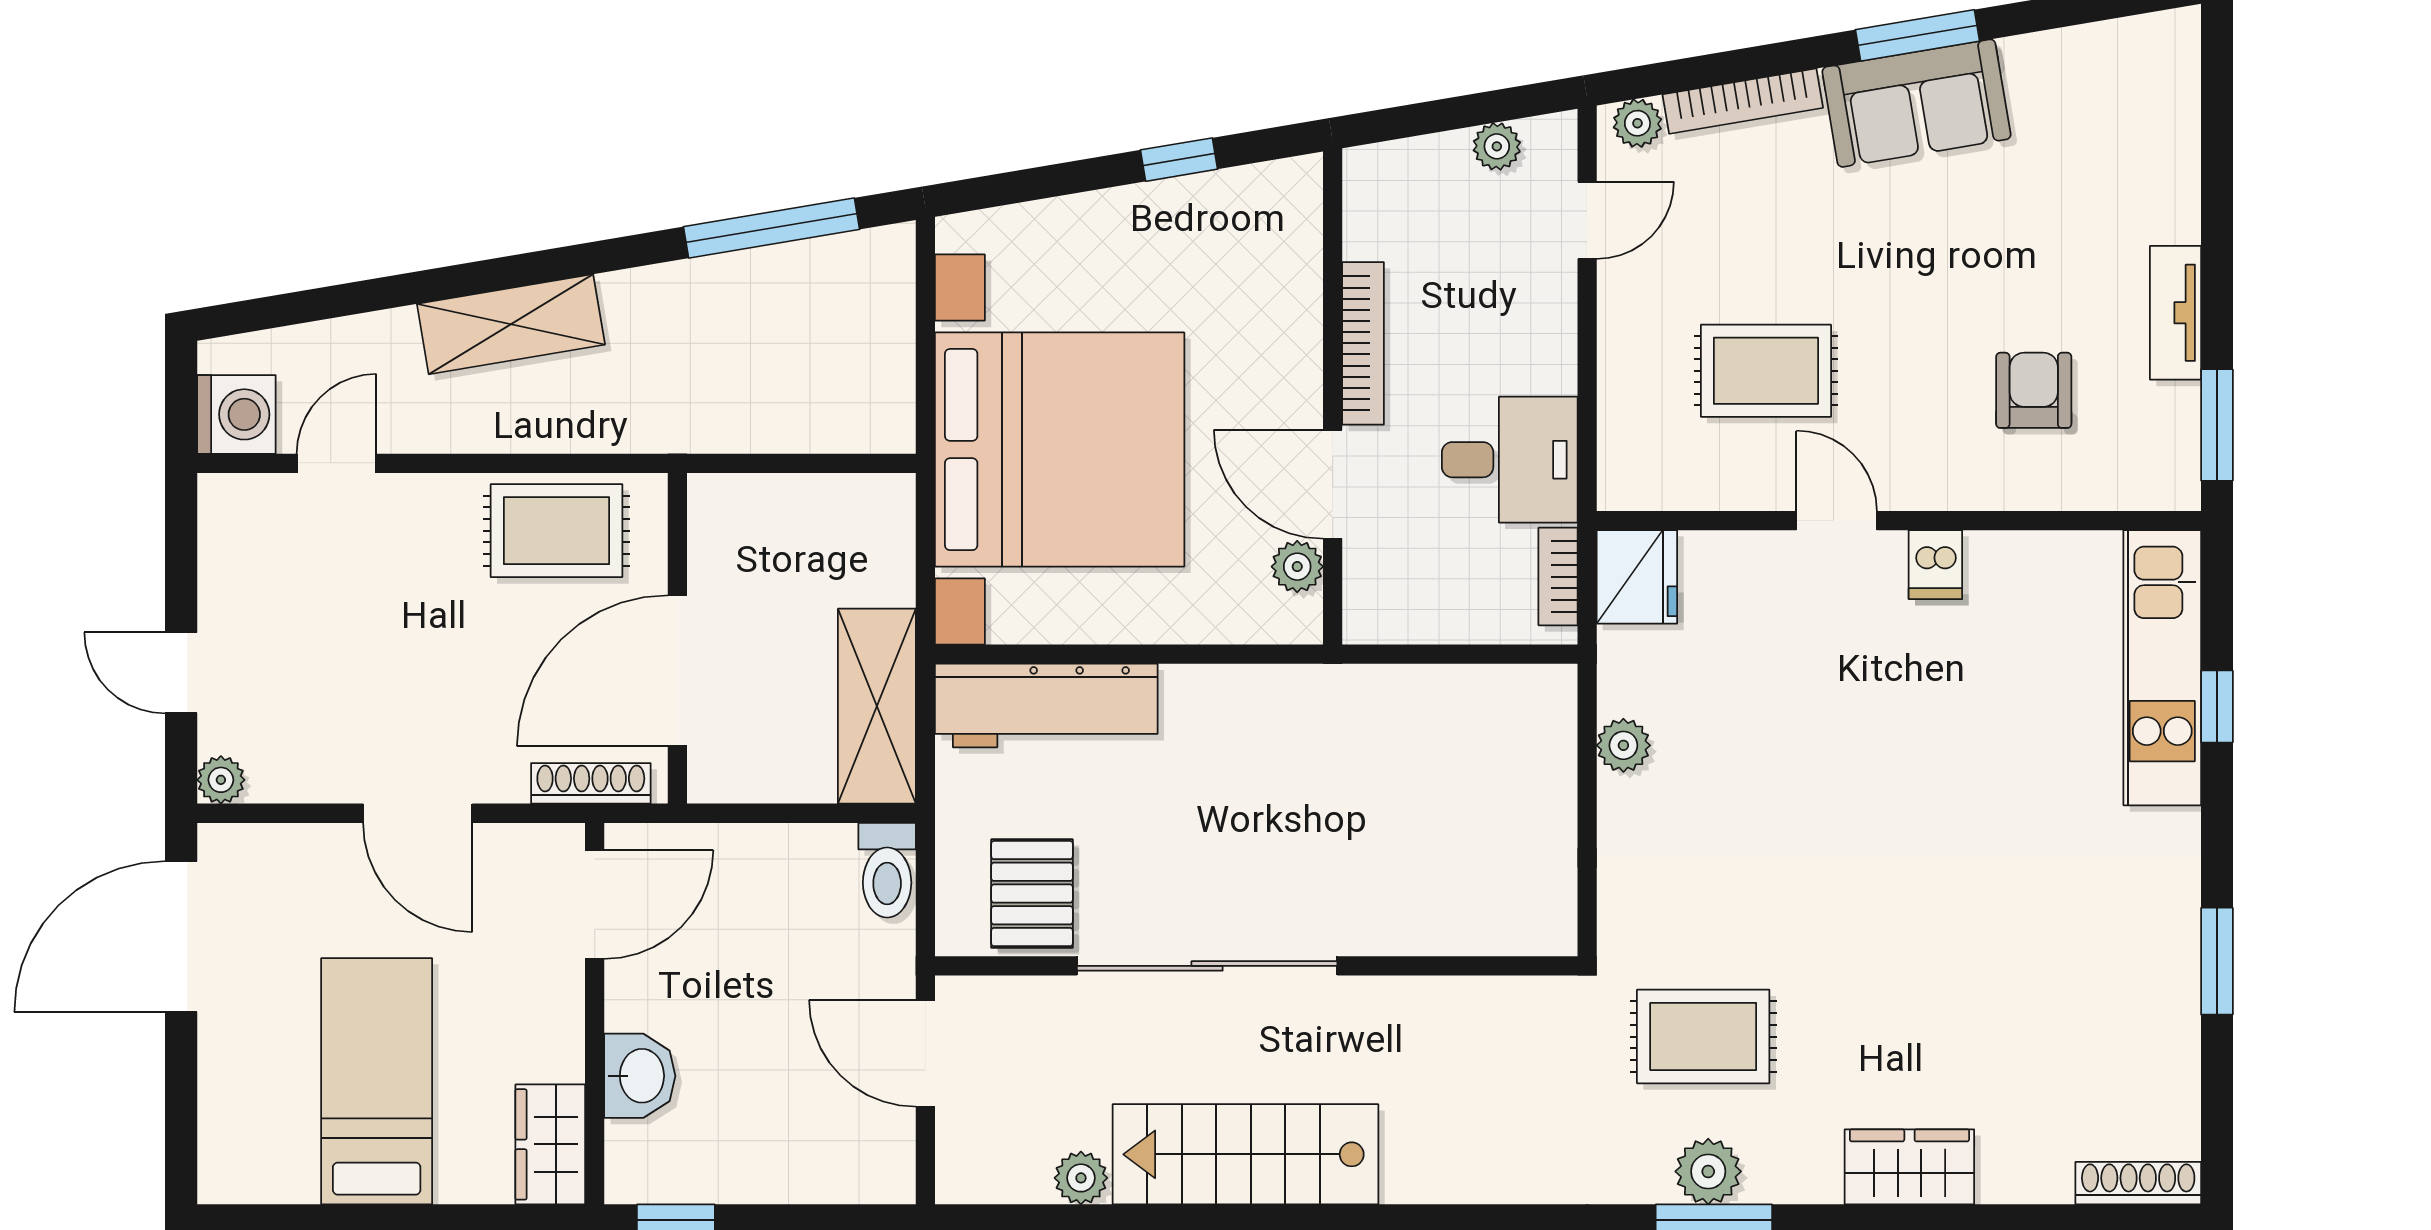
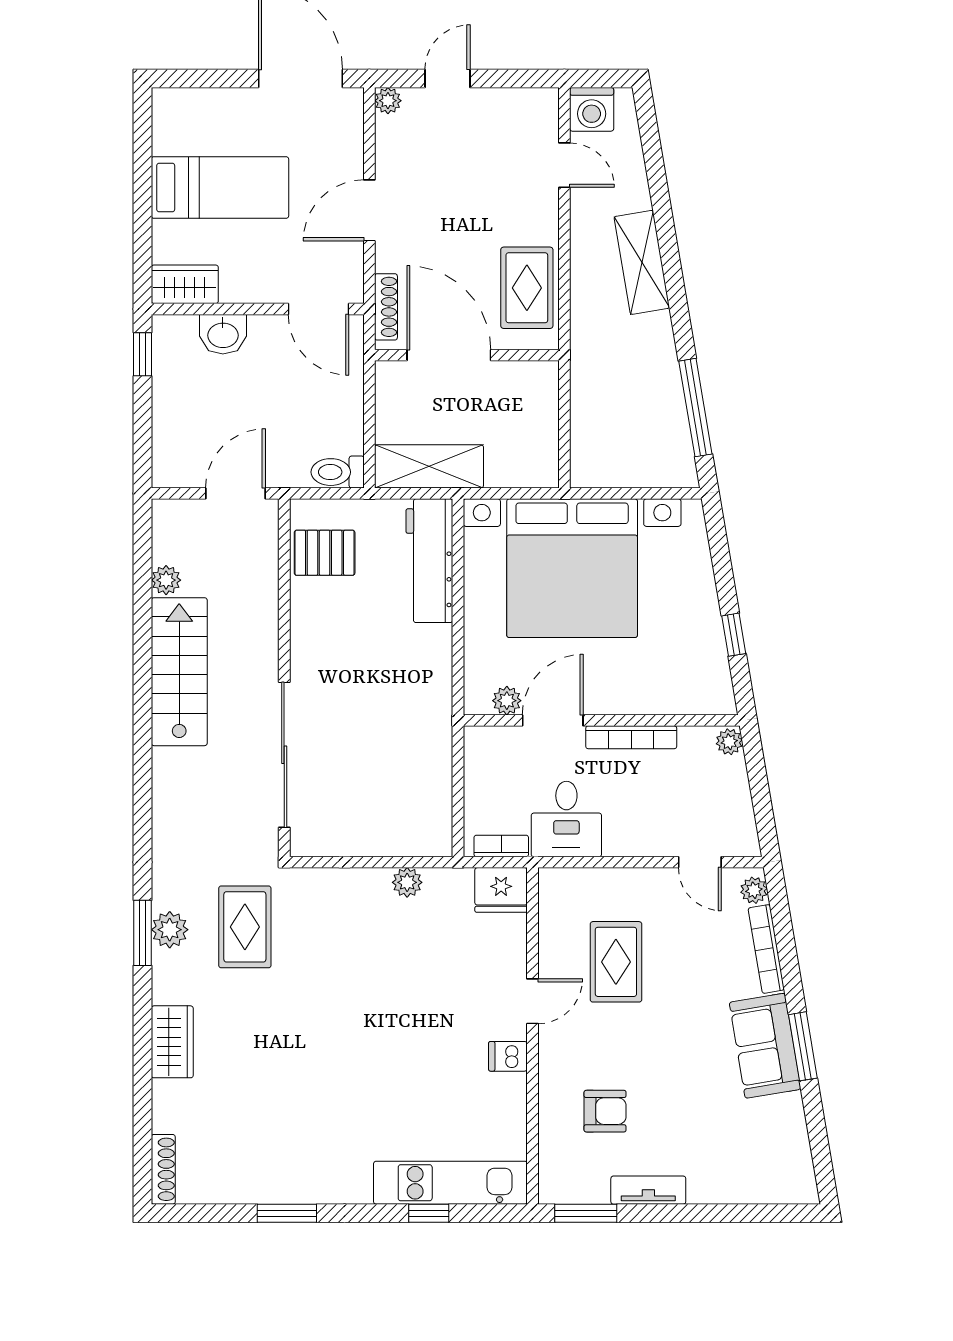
plant: (1497, 146) -> (729, 742), moved
sliding door: (1207, 966) -> (284, 755), moved

